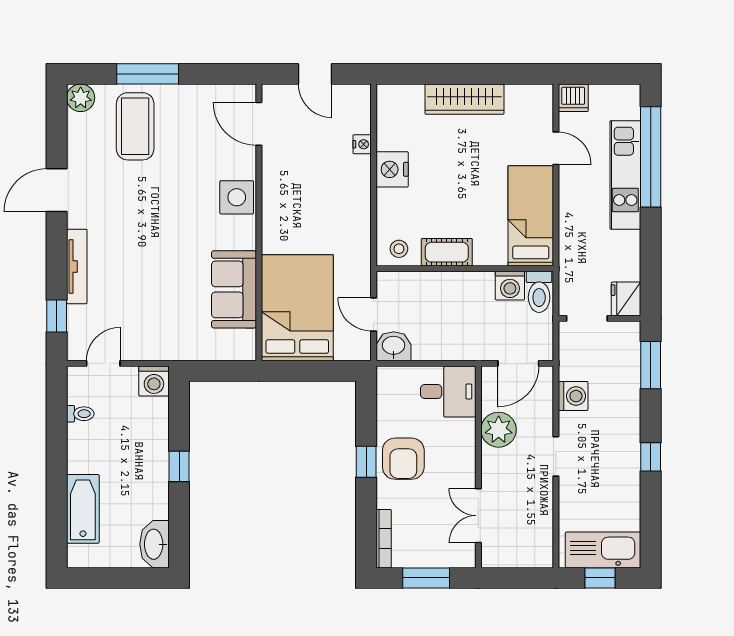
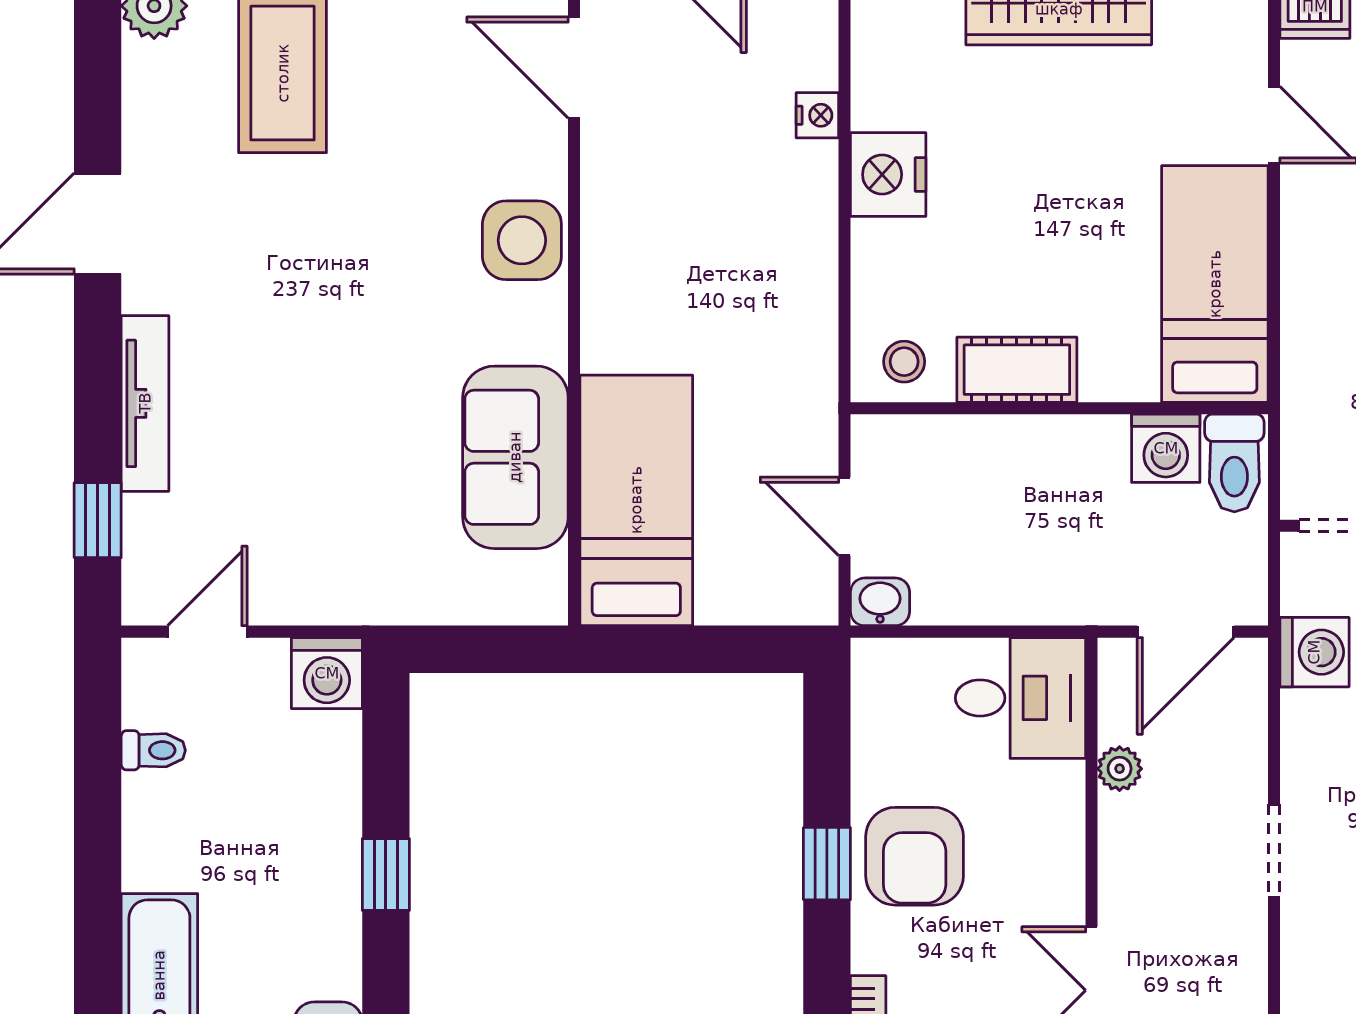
bed: (297, 308) -> (636, 500), width x0.67
washbasin: (394, 346) -> (880, 602), width x0.72, depth x0.69
washing machine: (573, 396) -> (1314, 652), moved
plant: (499, 430) -> (1120, 769), width x0.53, depth x0.53

